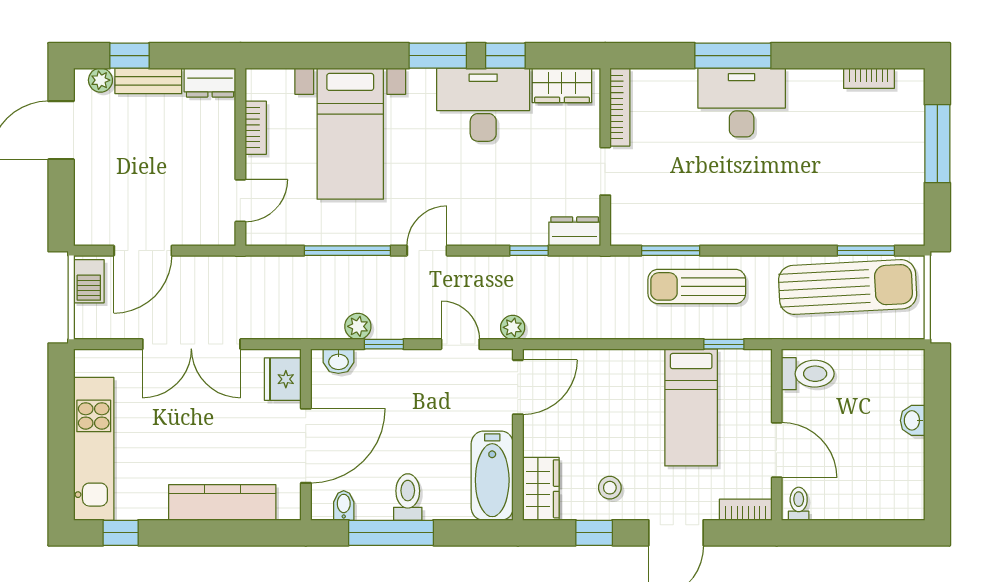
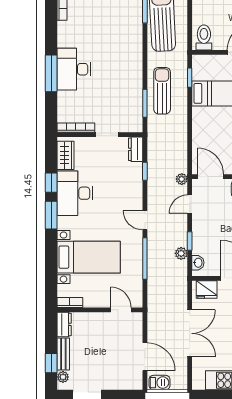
bookcase: (256, 128) -> (70, 302), moved
sun lounger: (697, 286) -> (162, 91), turned 180

